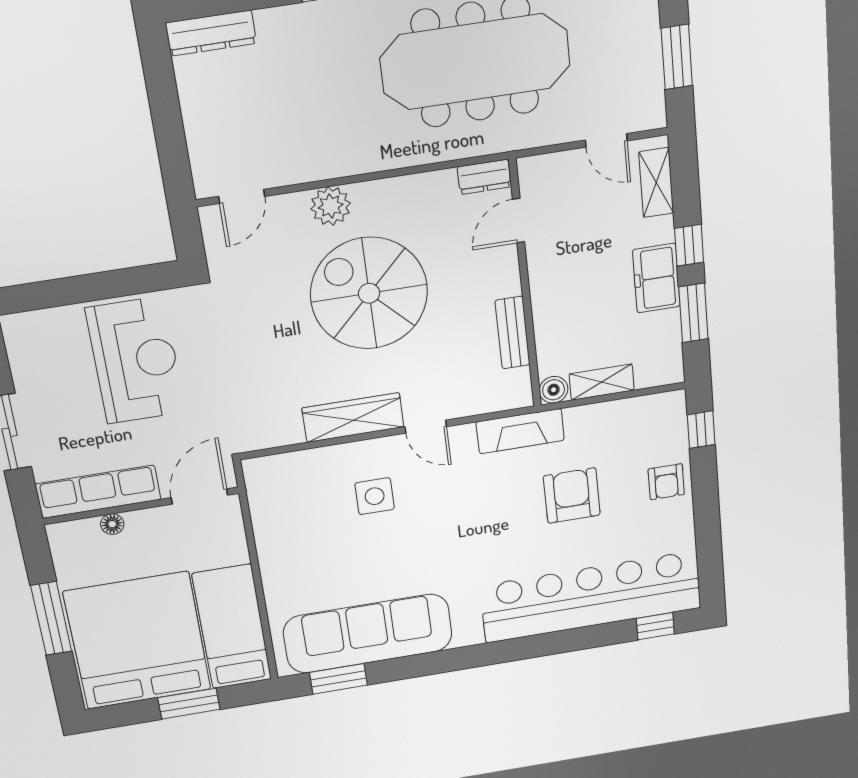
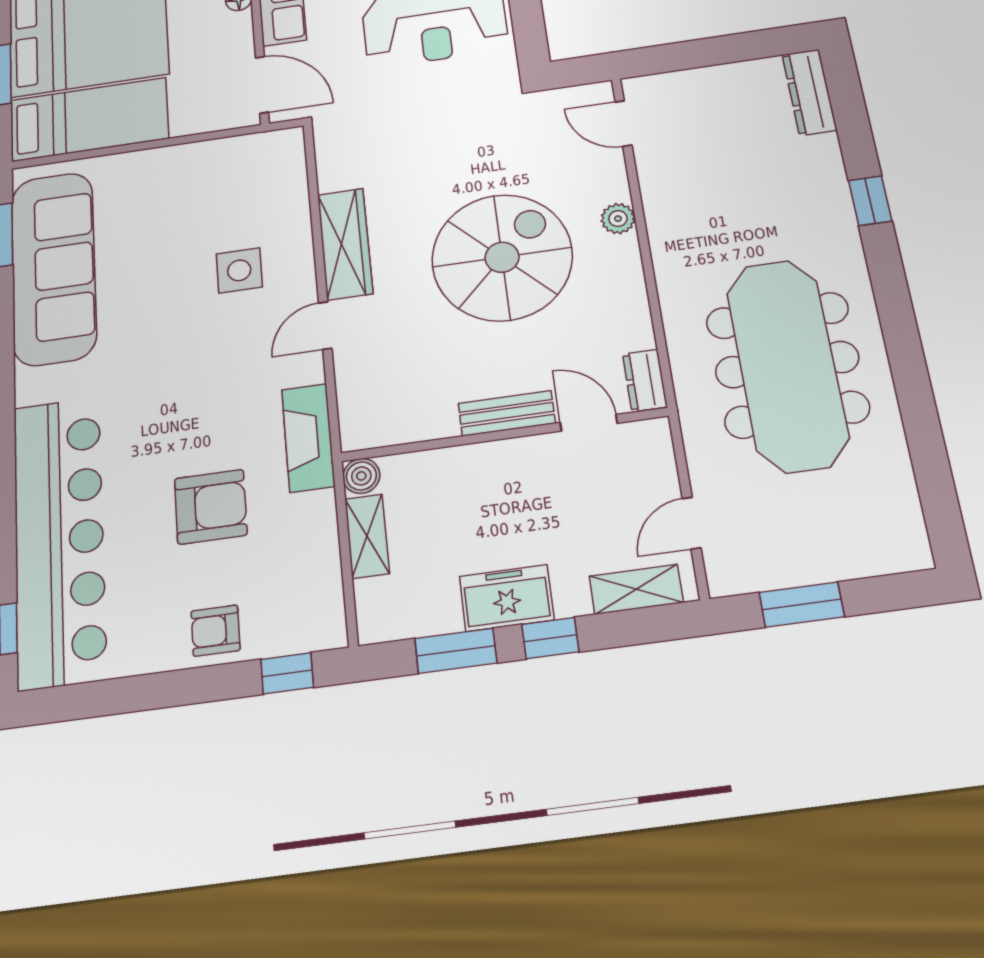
plant: (331, 206) -> (618, 219), width x0.73, depth x0.73
bench: (513, 333) -> (507, 413), moved

